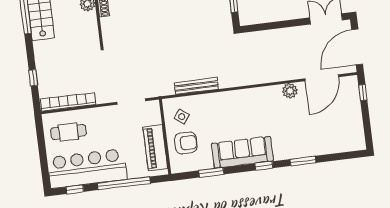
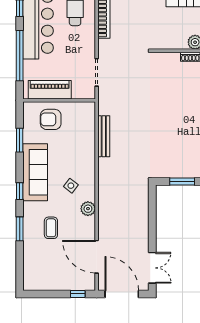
plant: (290, 91) -> (88, 209), moved
side table: (182, 117) -> (71, 186), moved
coffee table: (298, 129) -> (51, 228), added
armchair: (186, 143) -> (51, 119), turned 90

